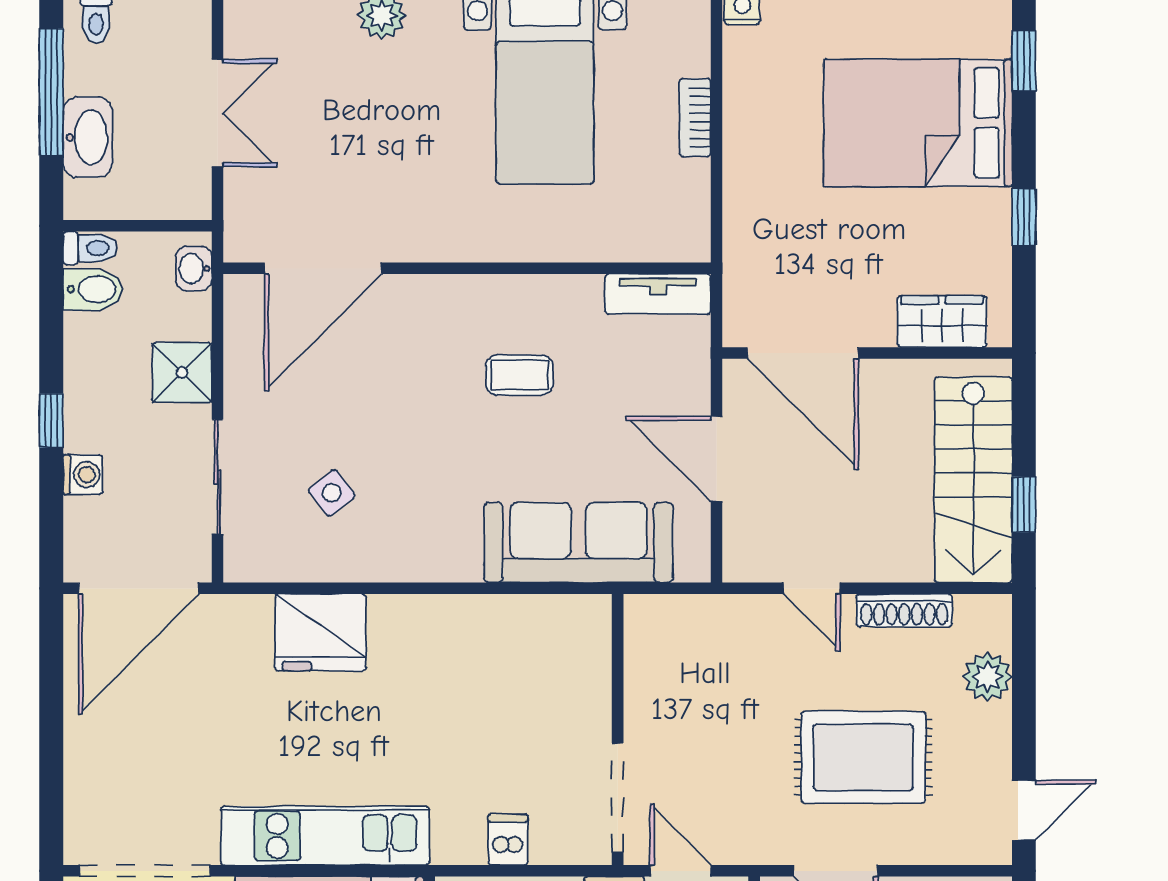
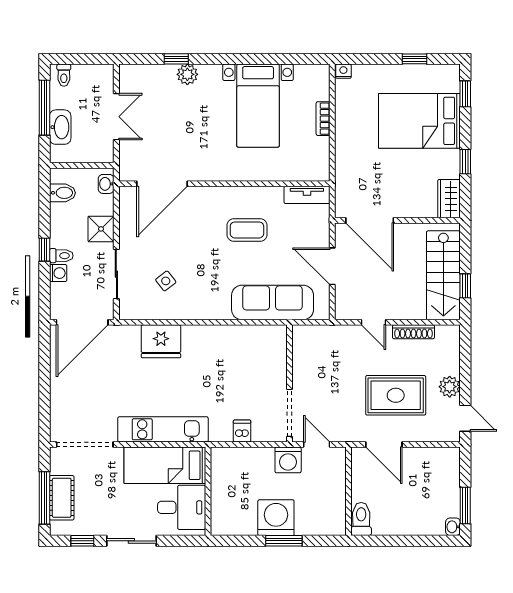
toilet: (90, 248) -> (61, 256), moved
wardrobe: (942, 321) -> (449, 199), moved, turned -90
coffee table: (519, 375) -> (247, 230), width x1.36, depth x1.30
plant: (988, 677) -> (450, 387), moved
door: (1024, 810) -> (465, 418), hinge flipped

